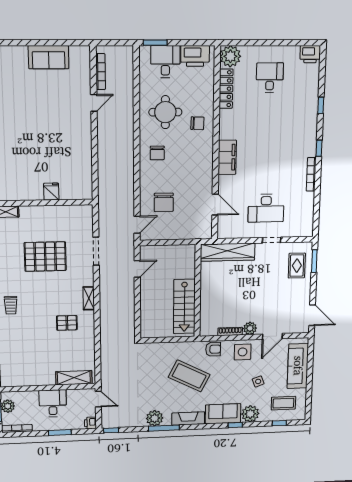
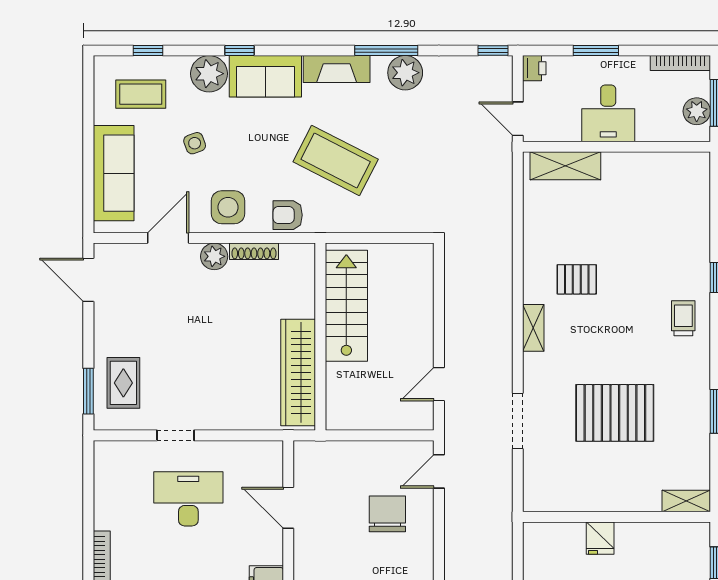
wardrobe: (228, 252) -> (298, 372), moved, turned -90

